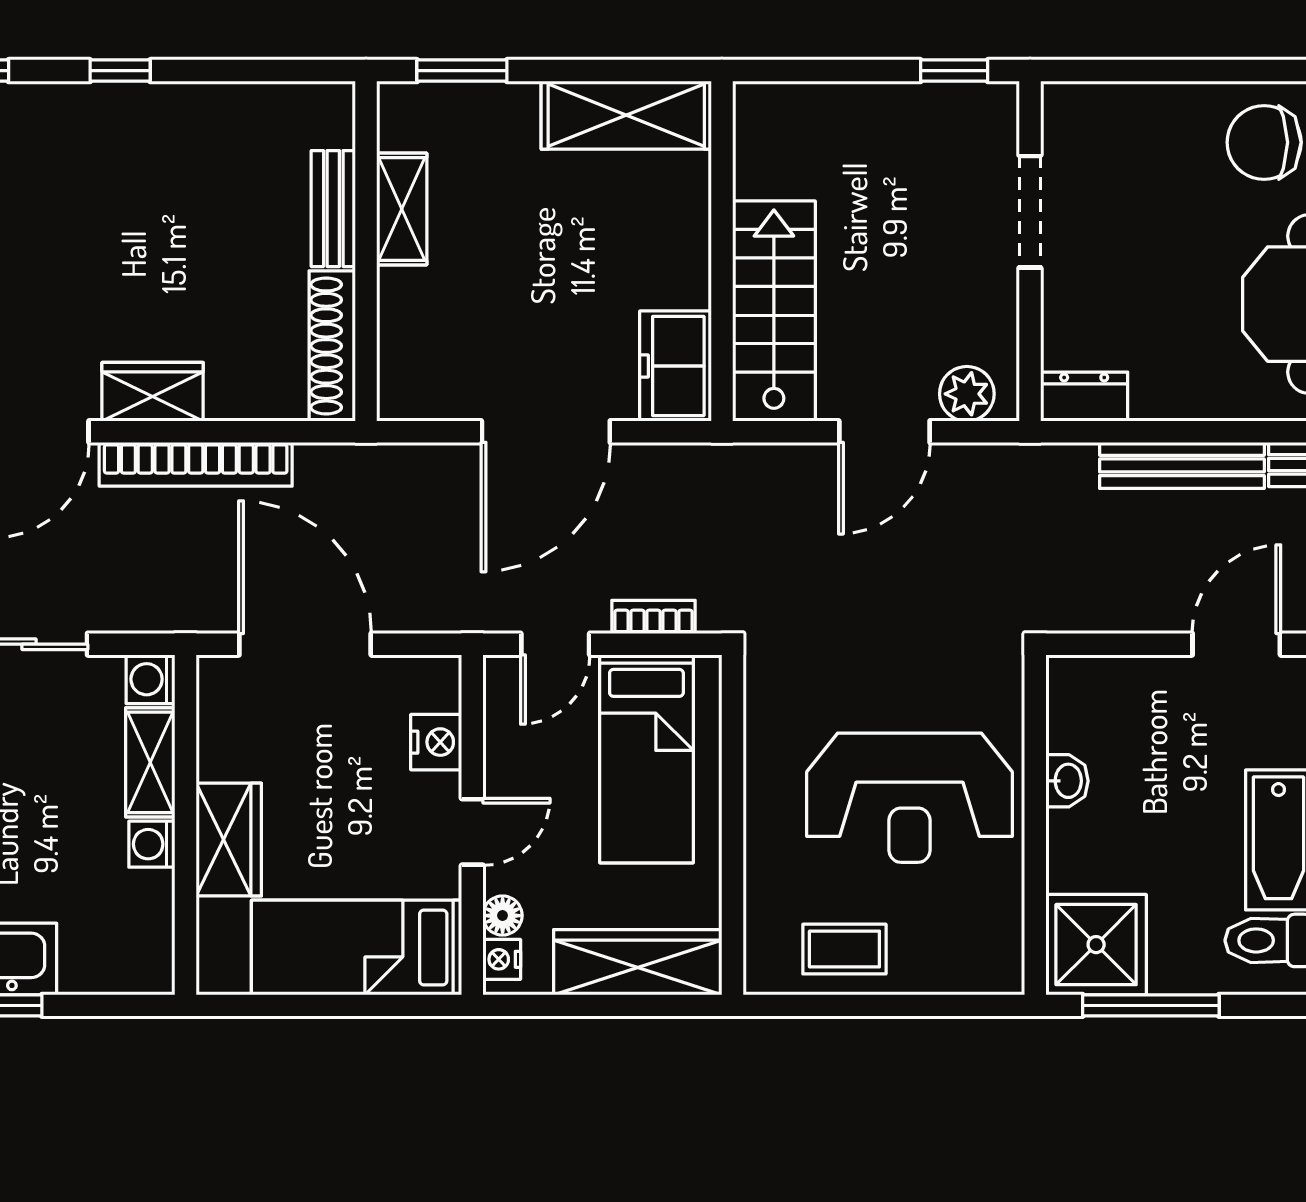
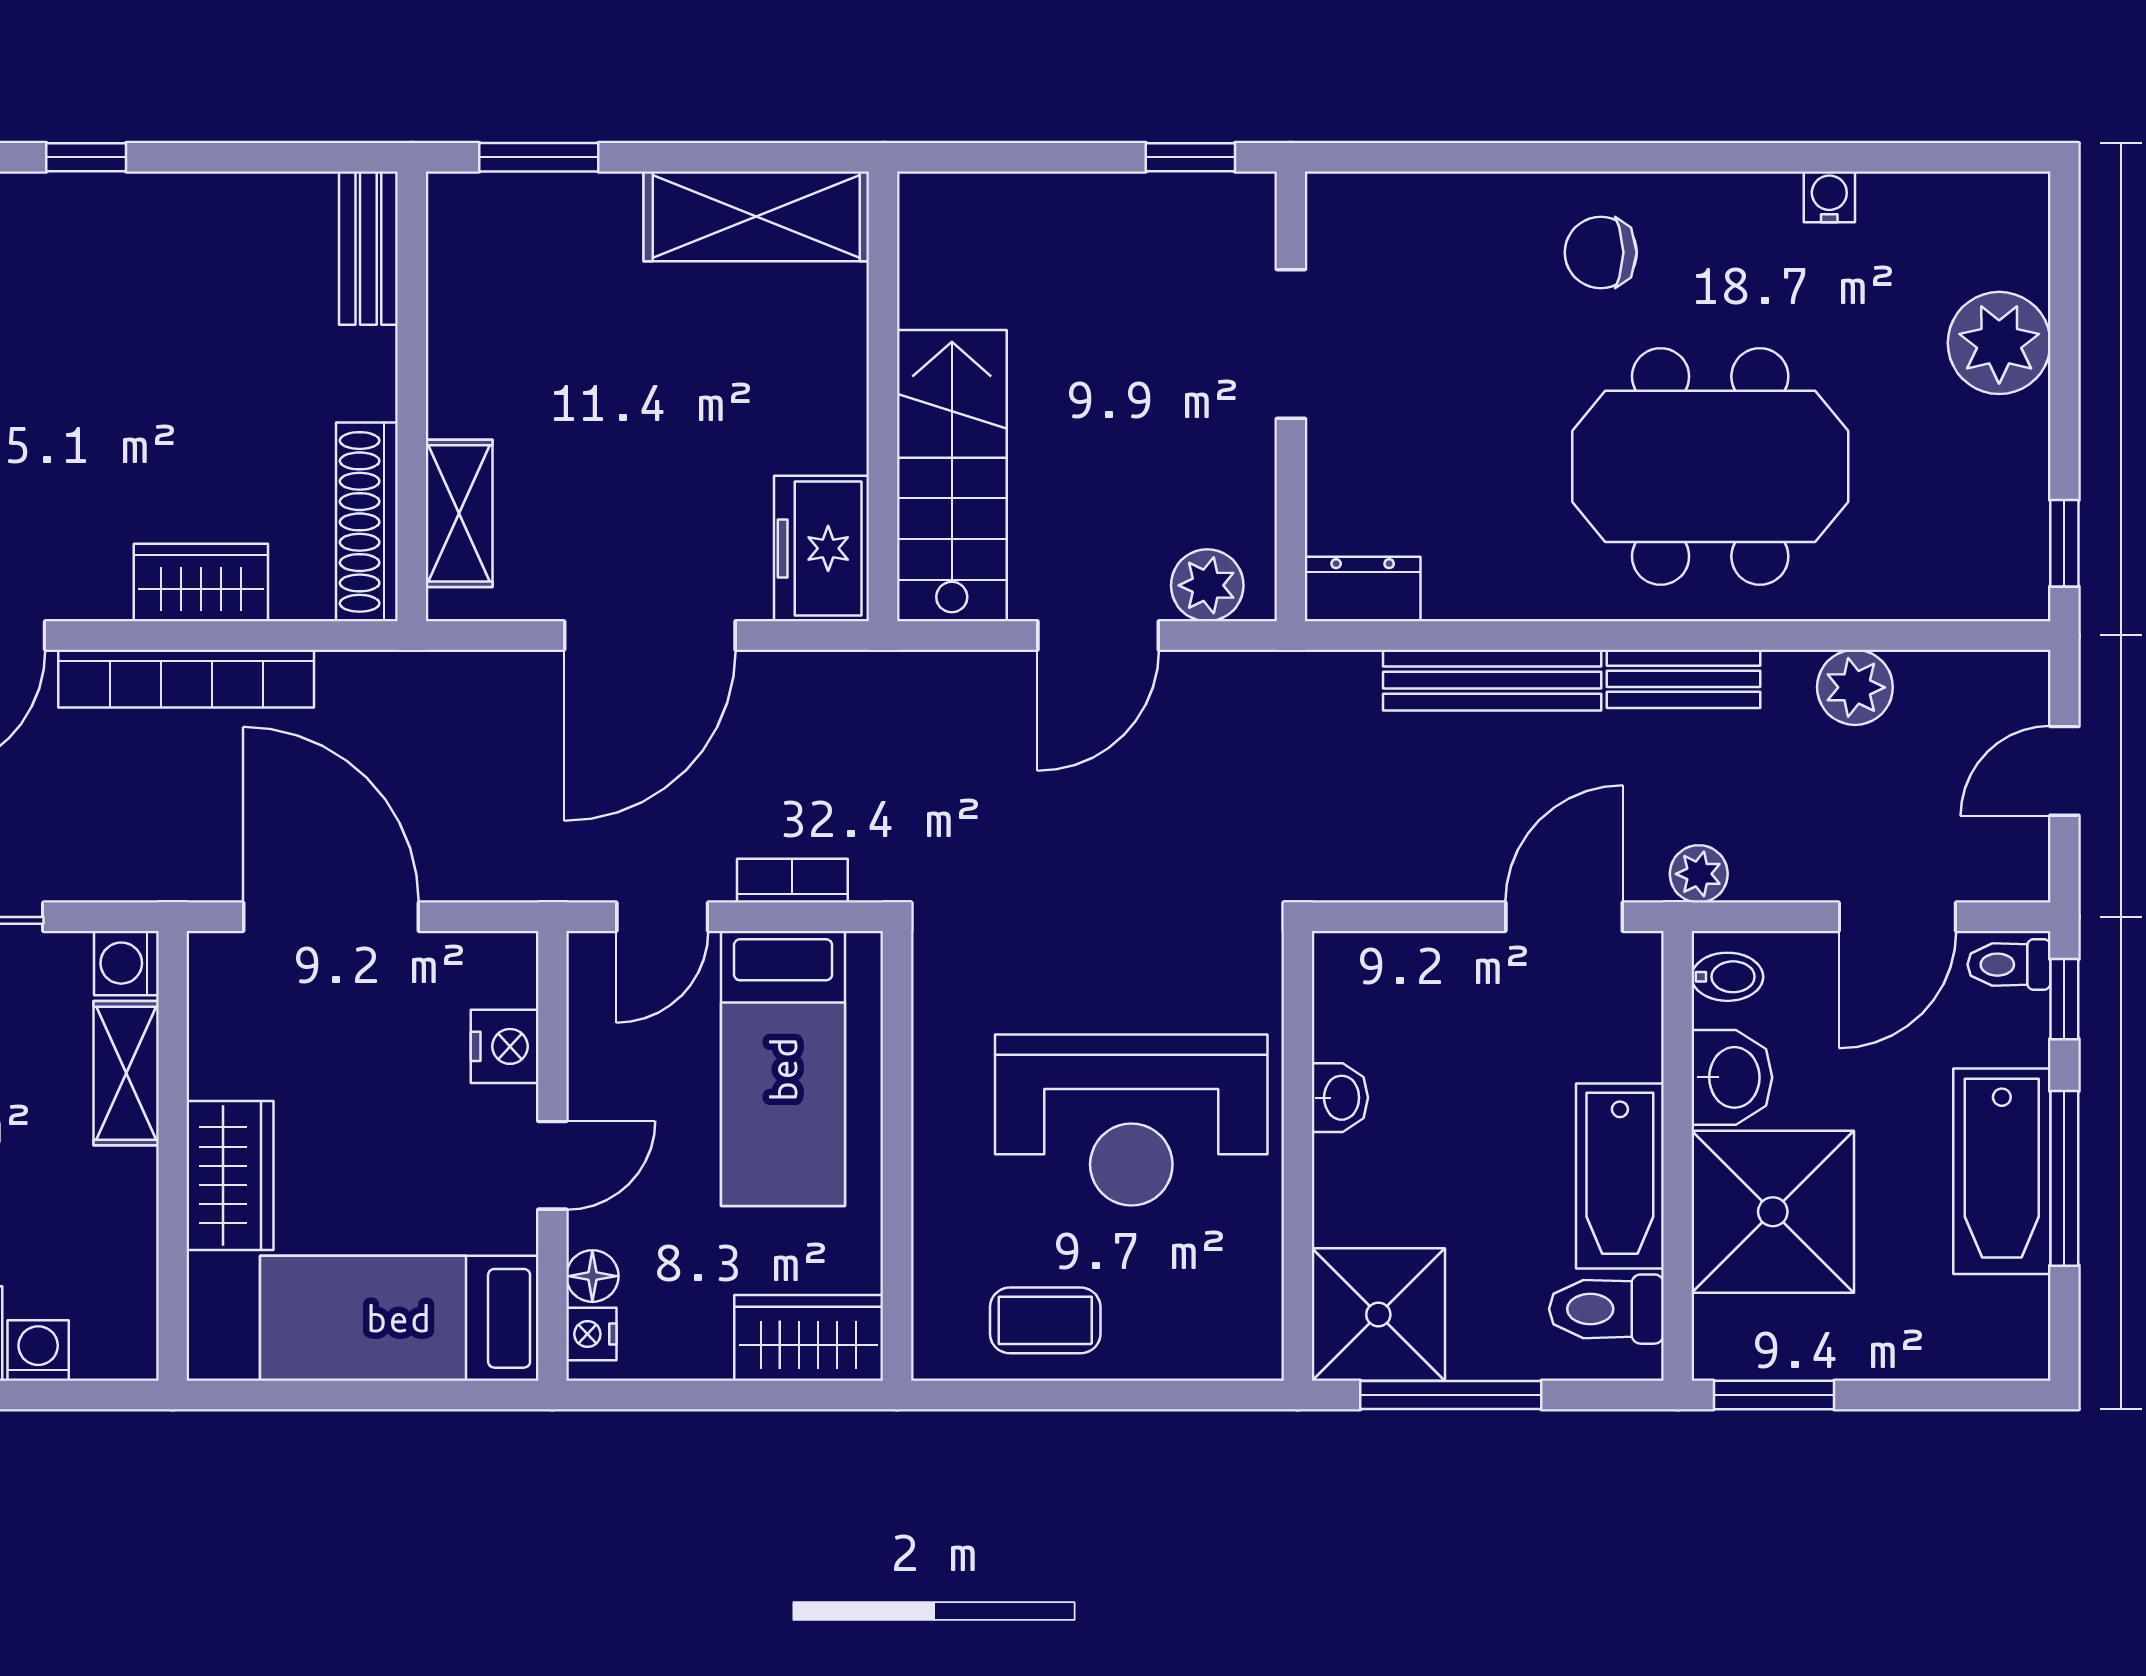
chair: (1264, 142) -> (1601, 253), width x0.73, depth x0.73
bench: (333, 209) -> (368, 248), moved
shelving: (402, 209) -> (459, 513), moved
wardrobe: (153, 392) -> (201, 583), moved
washing machine: (152, 844) -> (38, 1351), moved, turned 90
wardrobe: (638, 962) -> (809, 1338), width x0.67

